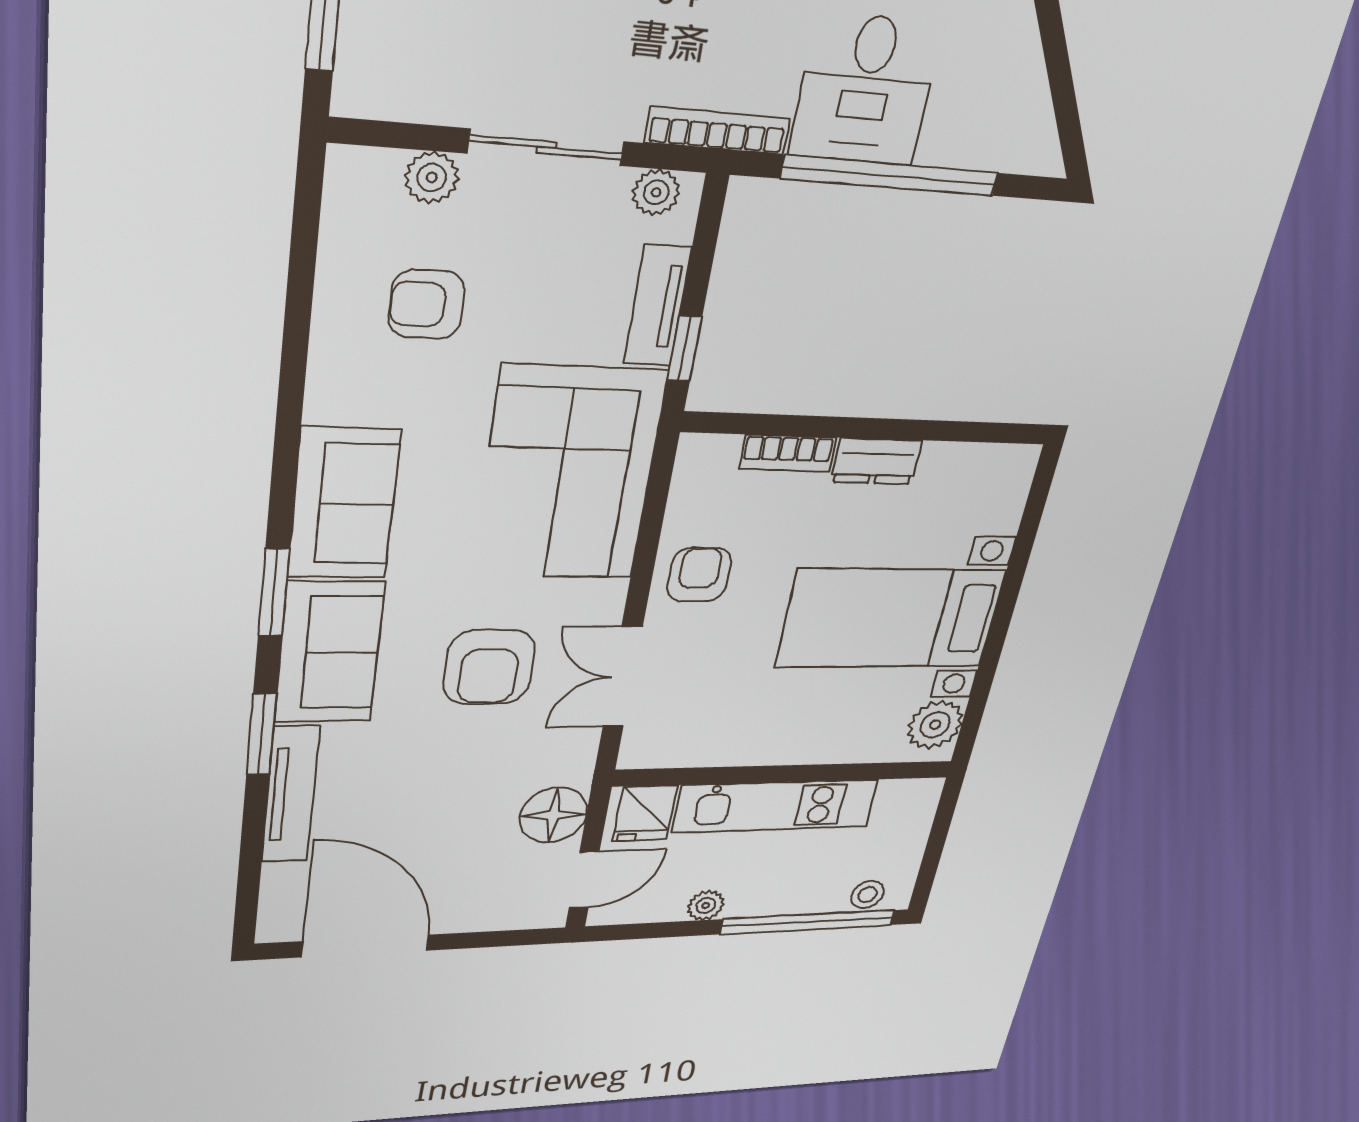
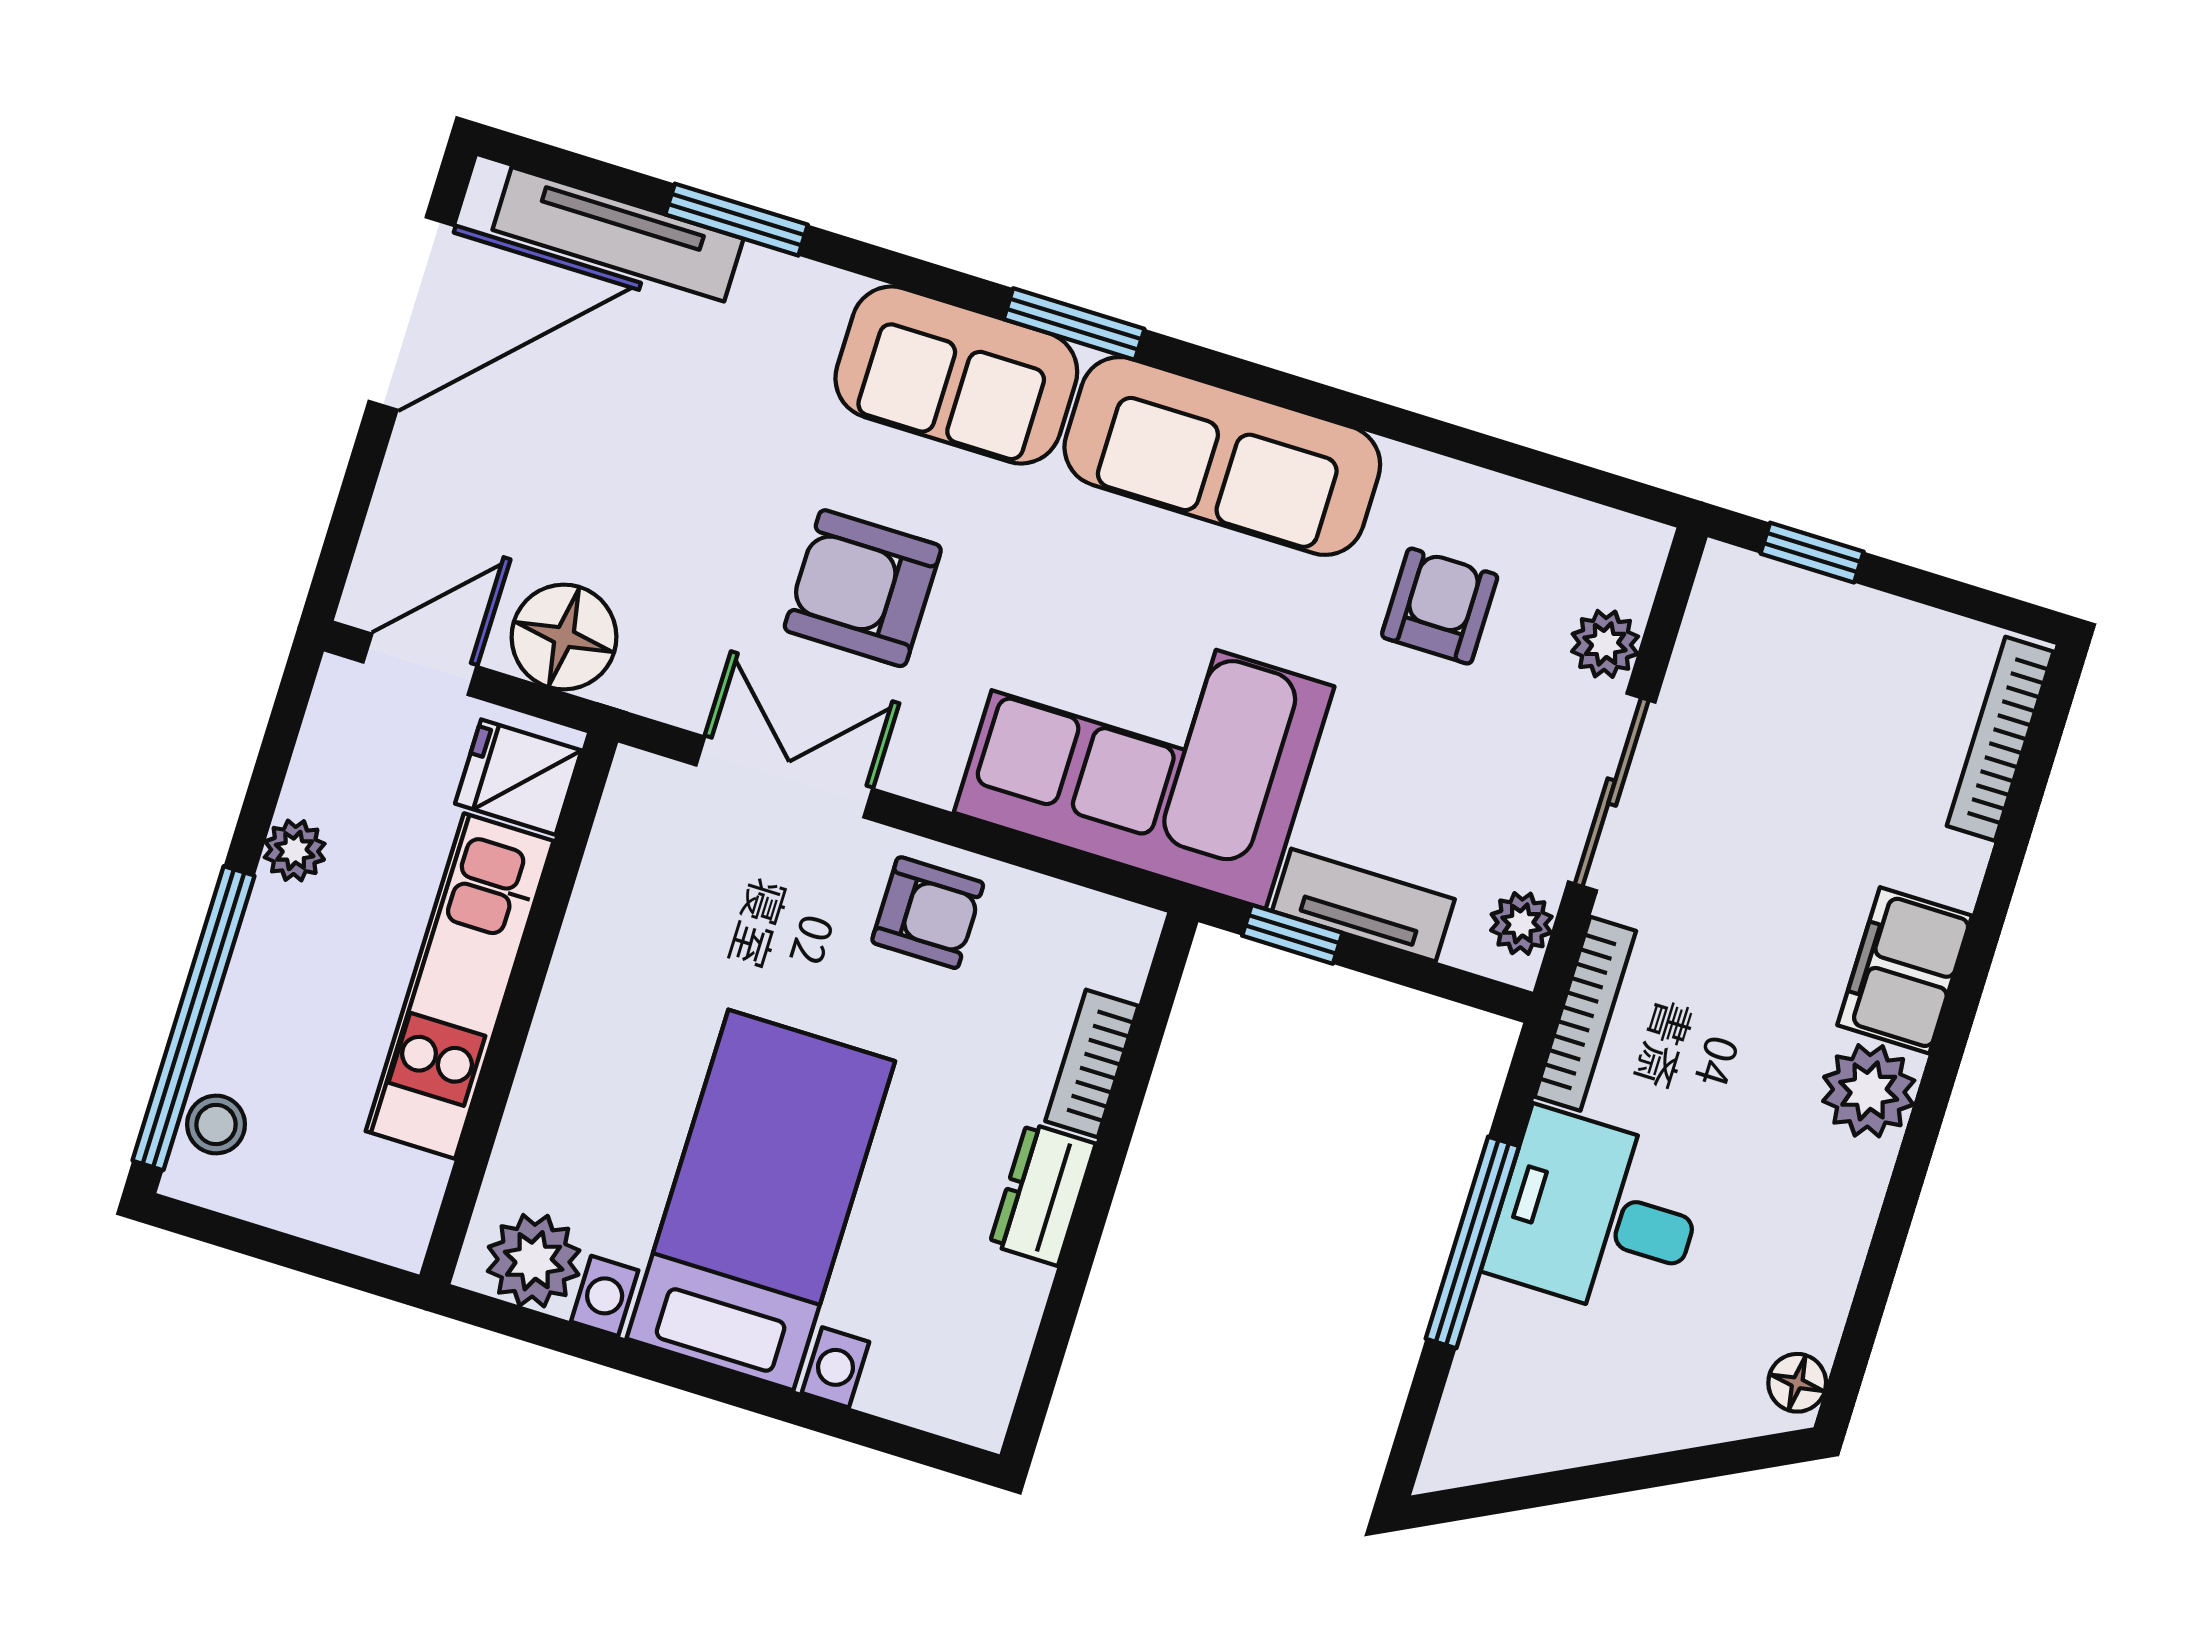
window: (891, 176) -> (1472, 1242), width x0.68
sofa: (344, 504) -> (1222, 456), width x1.36
window: (261, 734) -> (737, 220), moved
tv unit: (291, 794) -> (618, 234), moved
door: (584, 880) -> (420, 664), swing flipped

